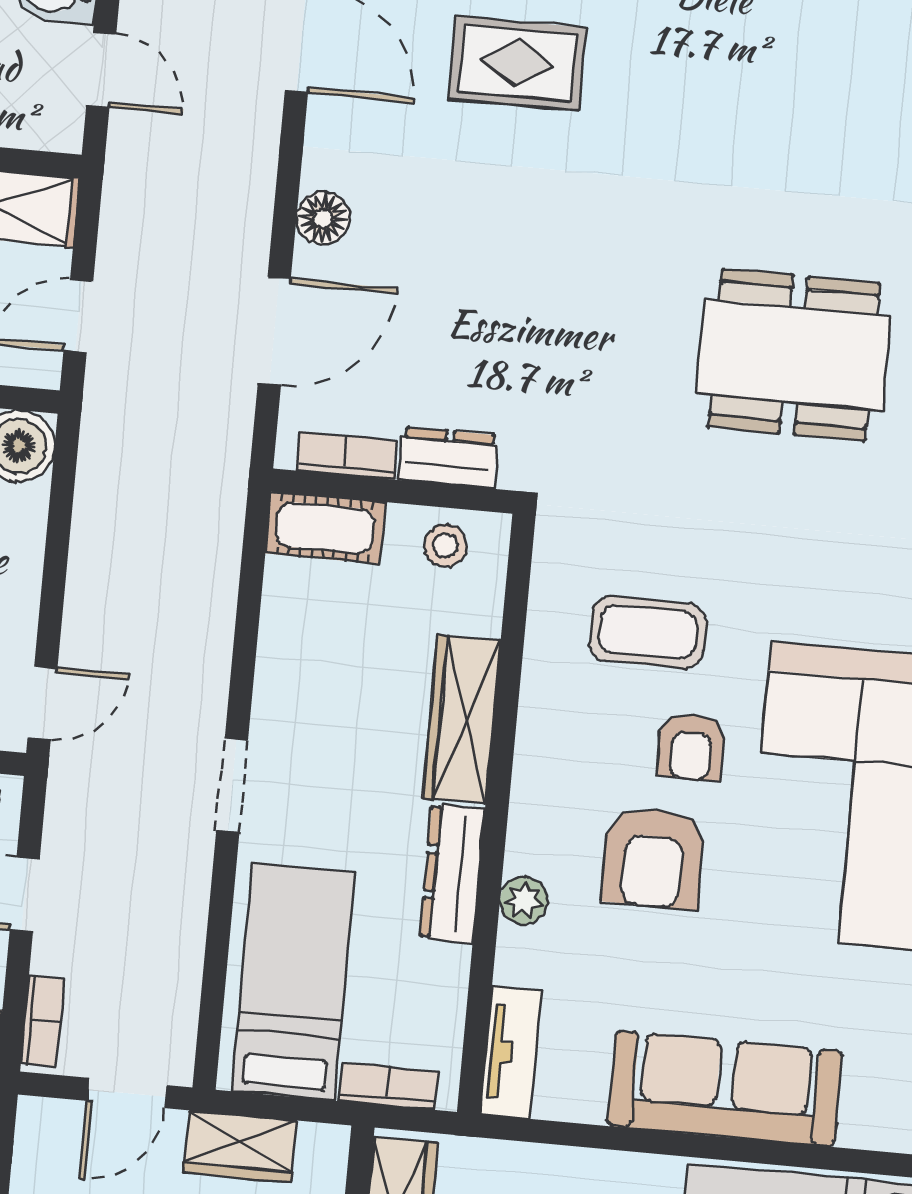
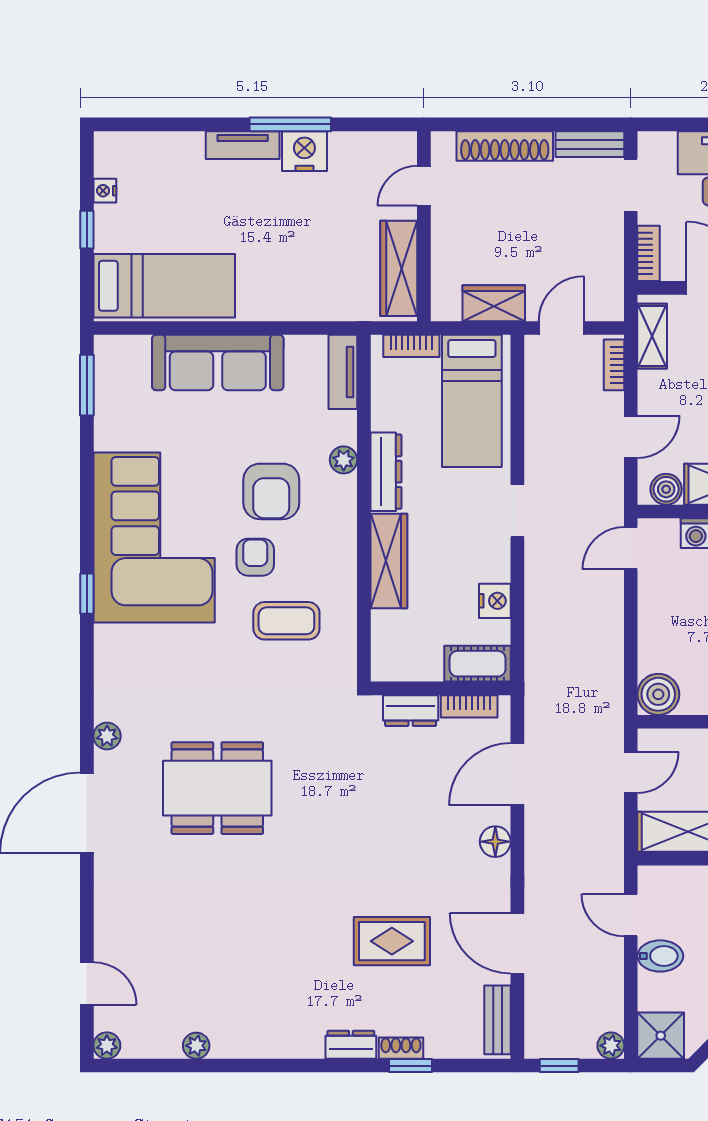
stool: (446, 546) -> (407, 660), removed
nightstand: (285, 633) -> (495, 601), added
armchair: (653, 858) -> (271, 491), turned 180

